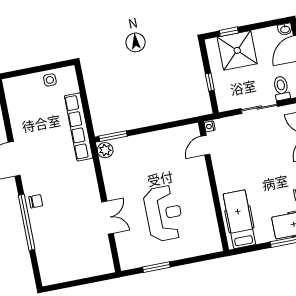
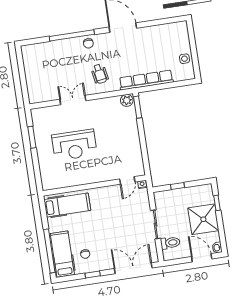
shower: (237, 50) -> (203, 219), moved
door: (205, 145) -> (127, 180), swing flipped
wheelchair: (73, 185) -> (100, 74), added
double door: (108, 218) -> (73, 100), swing flipped

